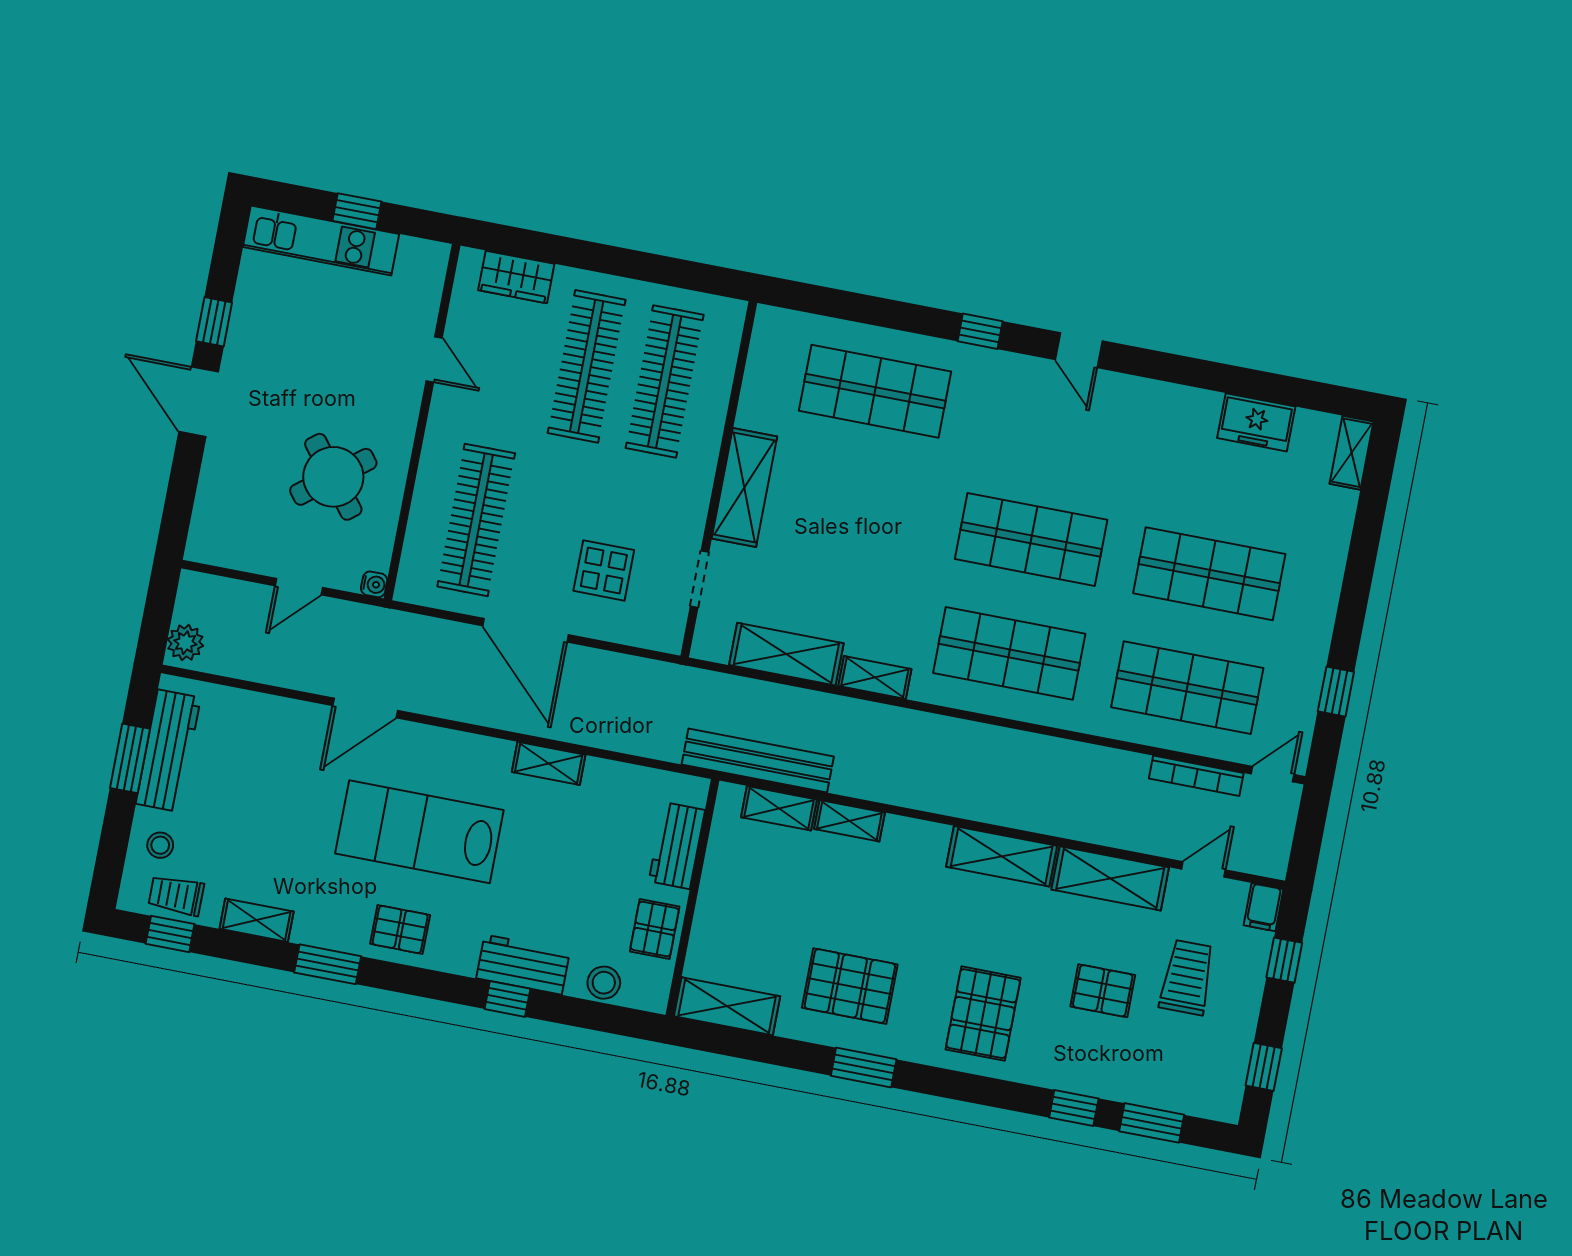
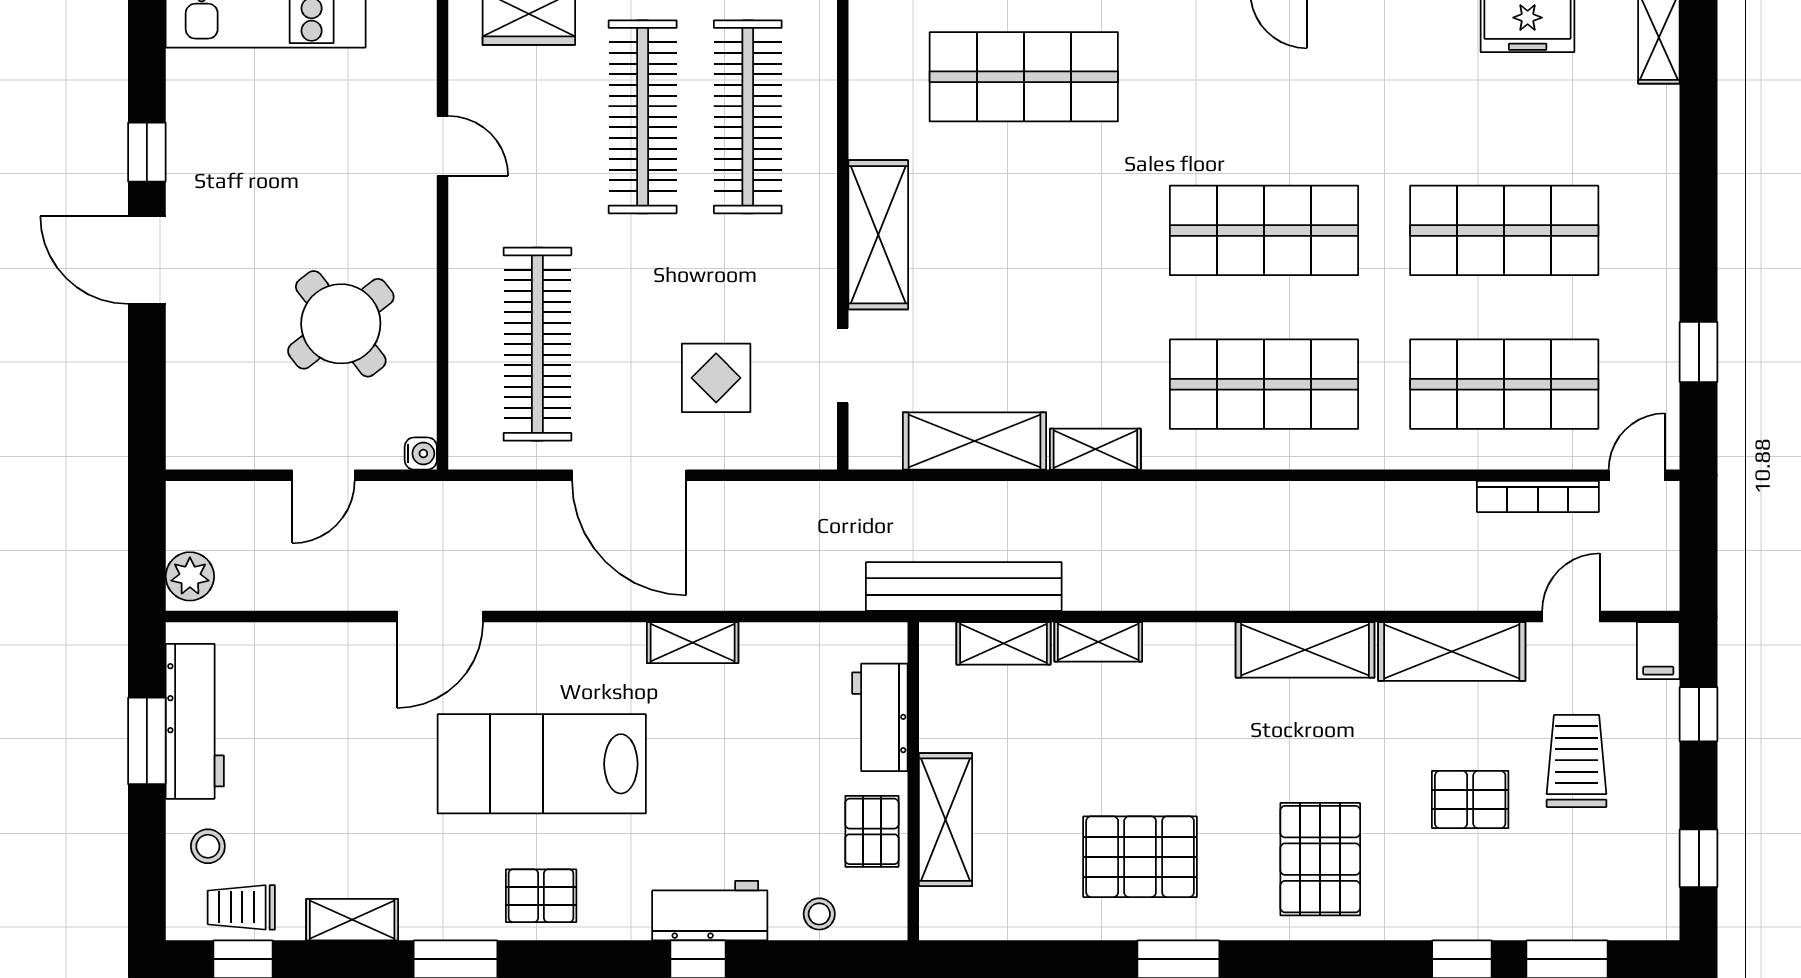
stool: (604, 983) -> (819, 914), width x0.73, depth x0.73
shelving: (727, 1006) -> (946, 820), moved, turned 90

